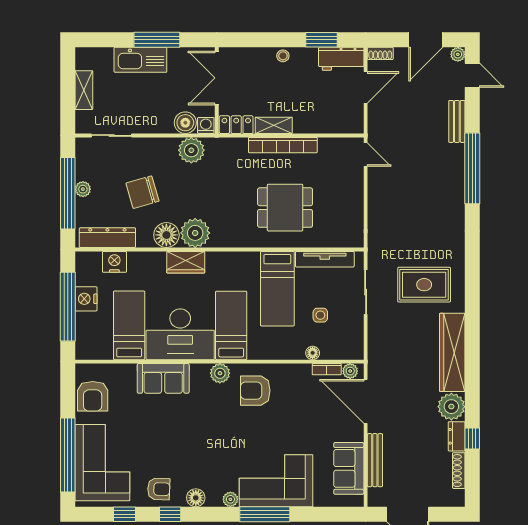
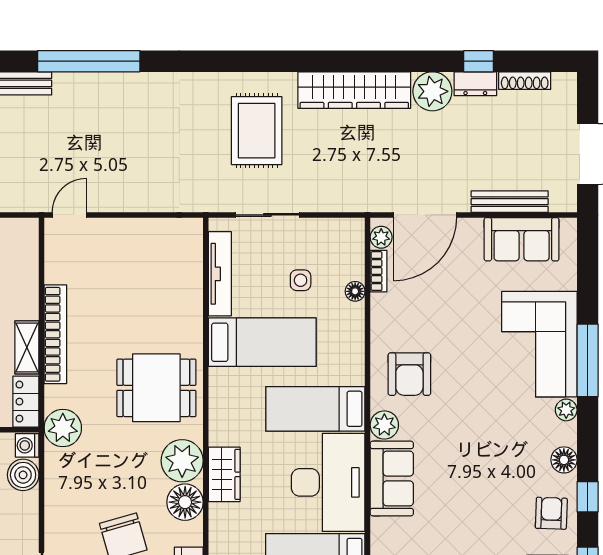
plant: (191, 150) -> (63, 428), moved
dining table: (285, 208) -> (156, 388), moved, turned 90
sofa: (163, 378) -> (392, 479), moved

